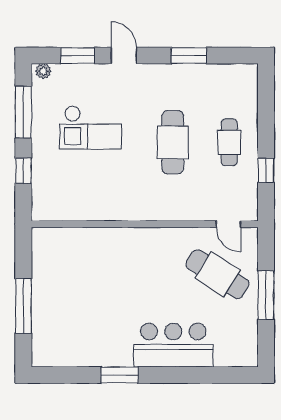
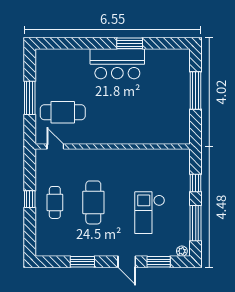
checkout: (91, 127) -> (150, 213), turned -90
window: (266, 170) -> (30, 199), moved
cafe table: (218, 274) -> (63, 112), turned -32
bar counter: (173, 345) -> (117, 64), moved

